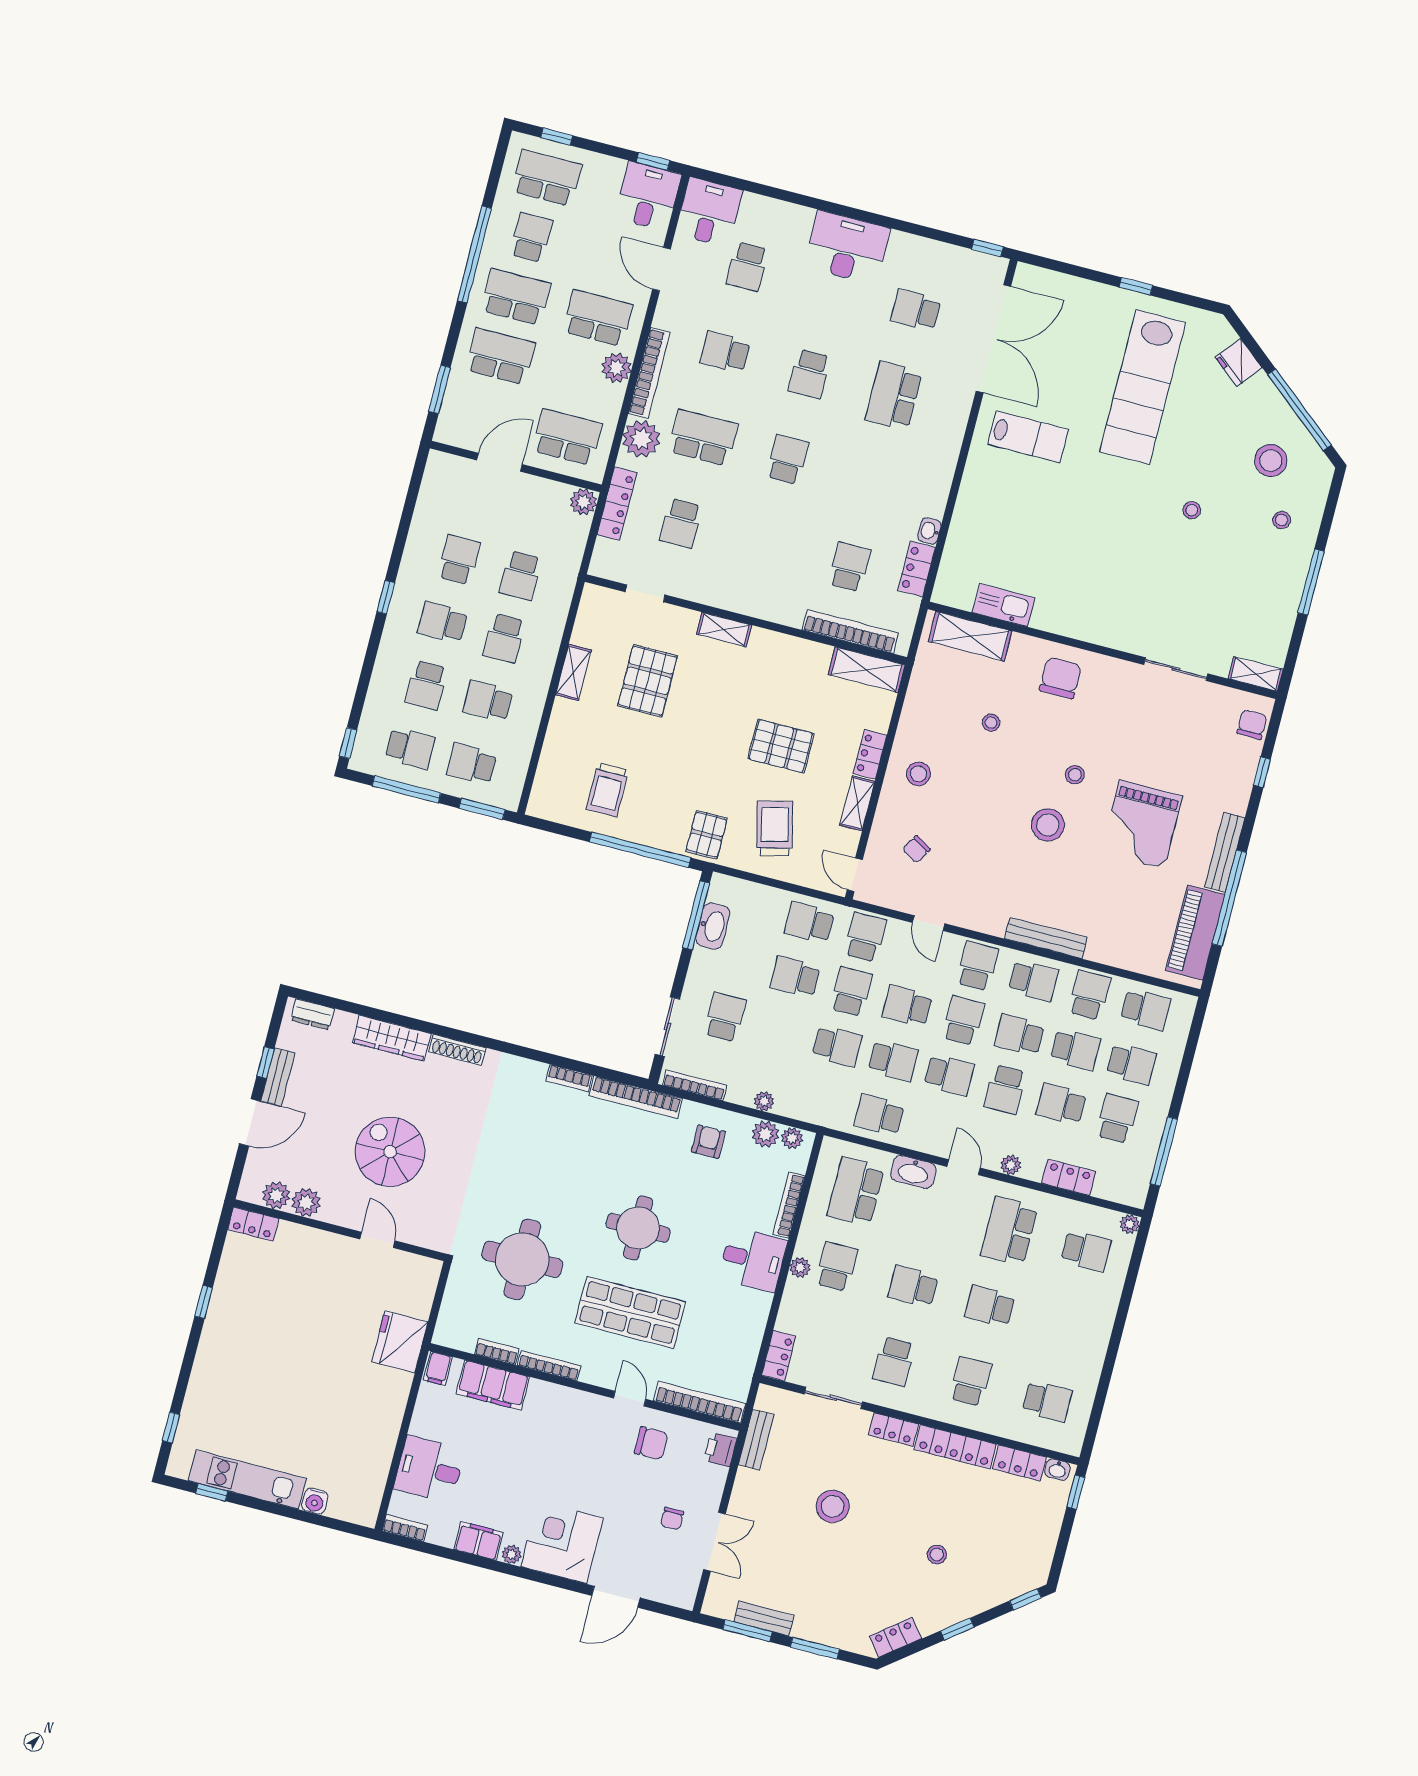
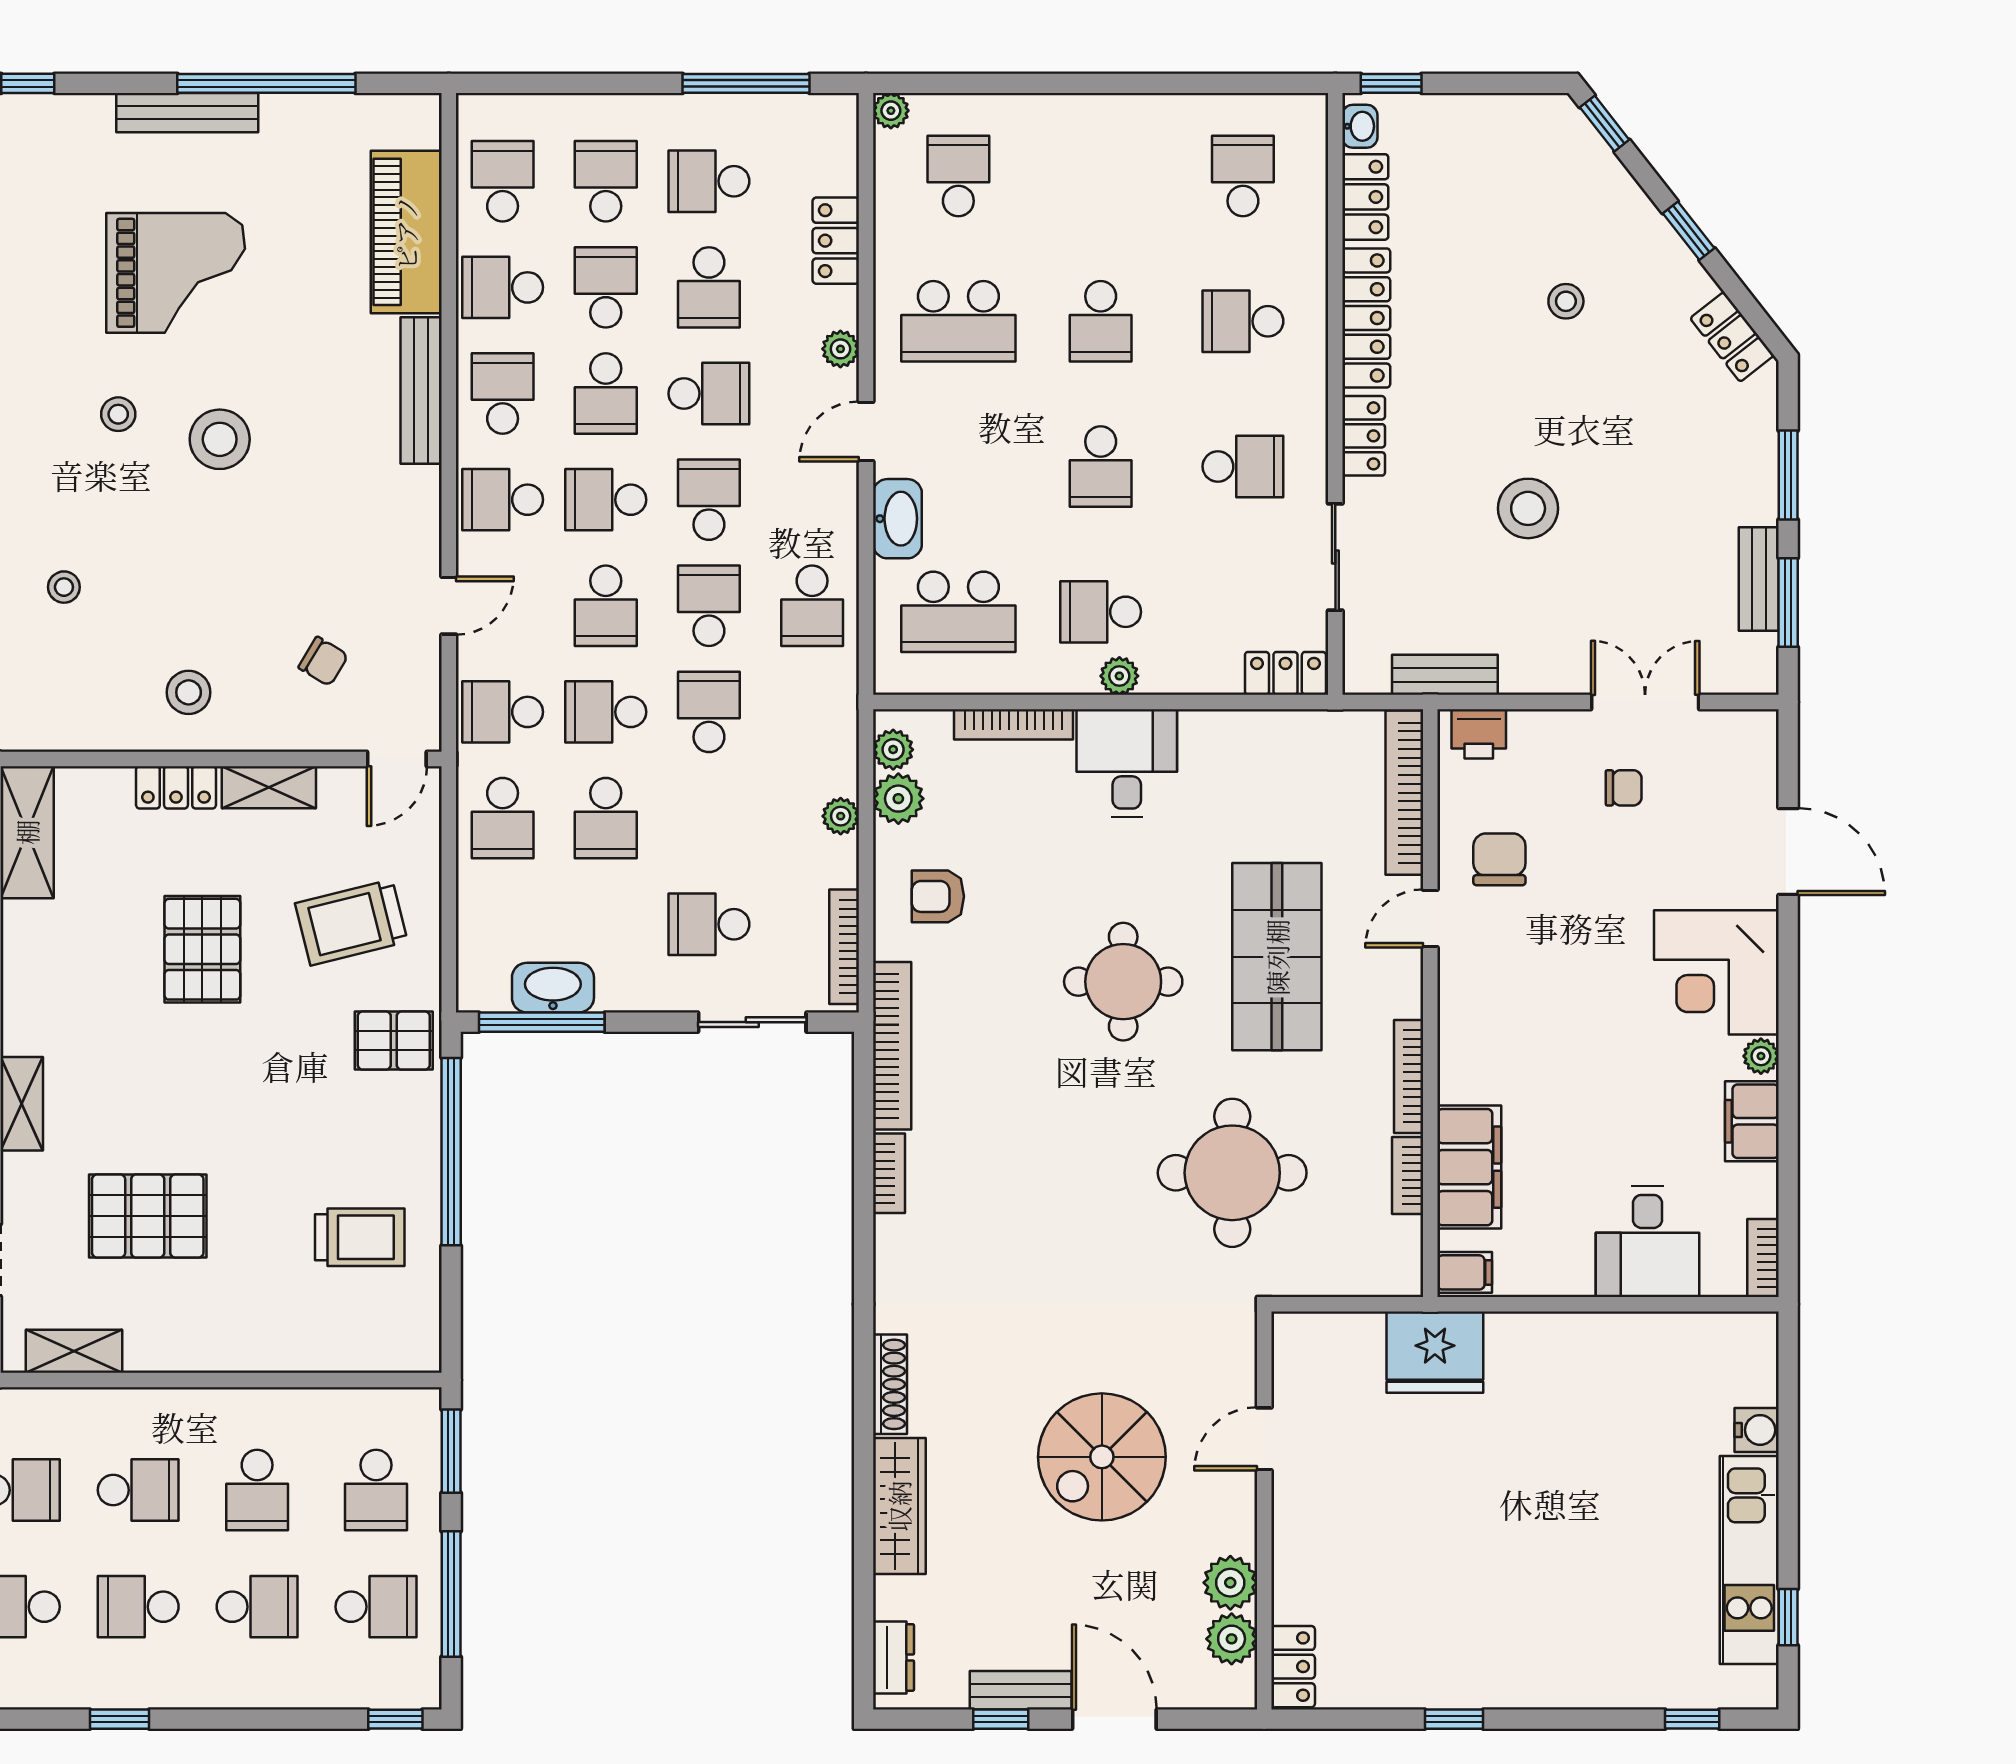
school desk: (443, 622) -> (138, 1607), turned 90
shelving: (573, 672) -> (74, 1351), moved
school desk: (410, 748) -> (376, 1607), turned 90
piano: (1195, 933) -> (406, 232), moved, turned 90

